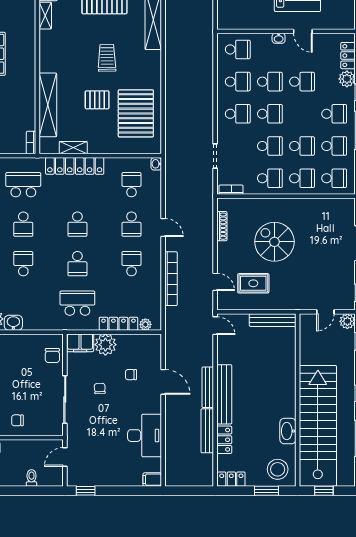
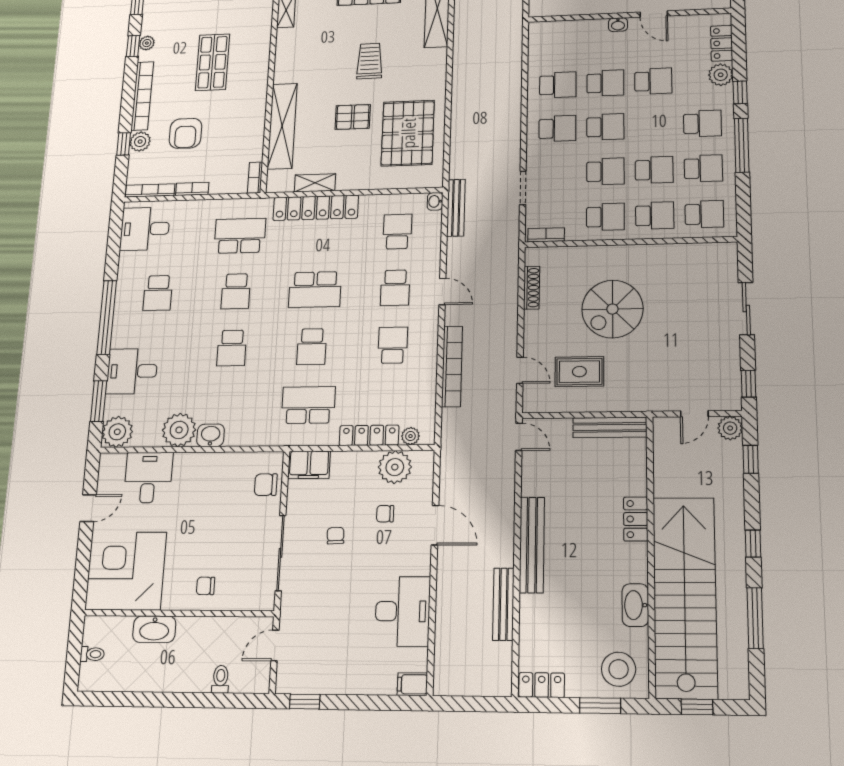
school desk: (238, 49) -> (558, 42), removed
school desk: (77, 224) -> (315, 290), width x1.85
spiral stairs: (274, 242) -> (612, 309), turned -90
school desk: (23, 264) -> (232, 348), turned 180
plant: (105, 345) -> (395, 467), moved
chair: (52, 356) -> (266, 485), turned 90
bench: (208, 387) -> (456, 208), moved
locker: (224, 440) -> (636, 519), moved, turned 180

